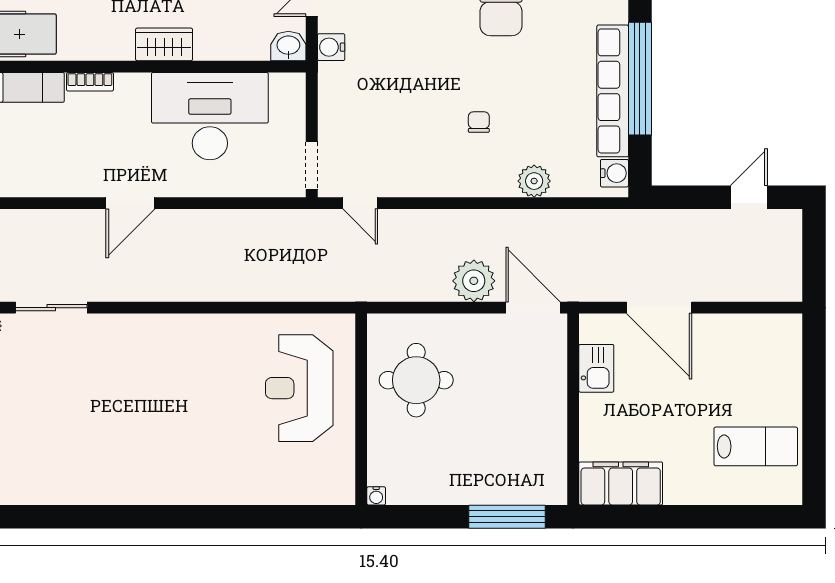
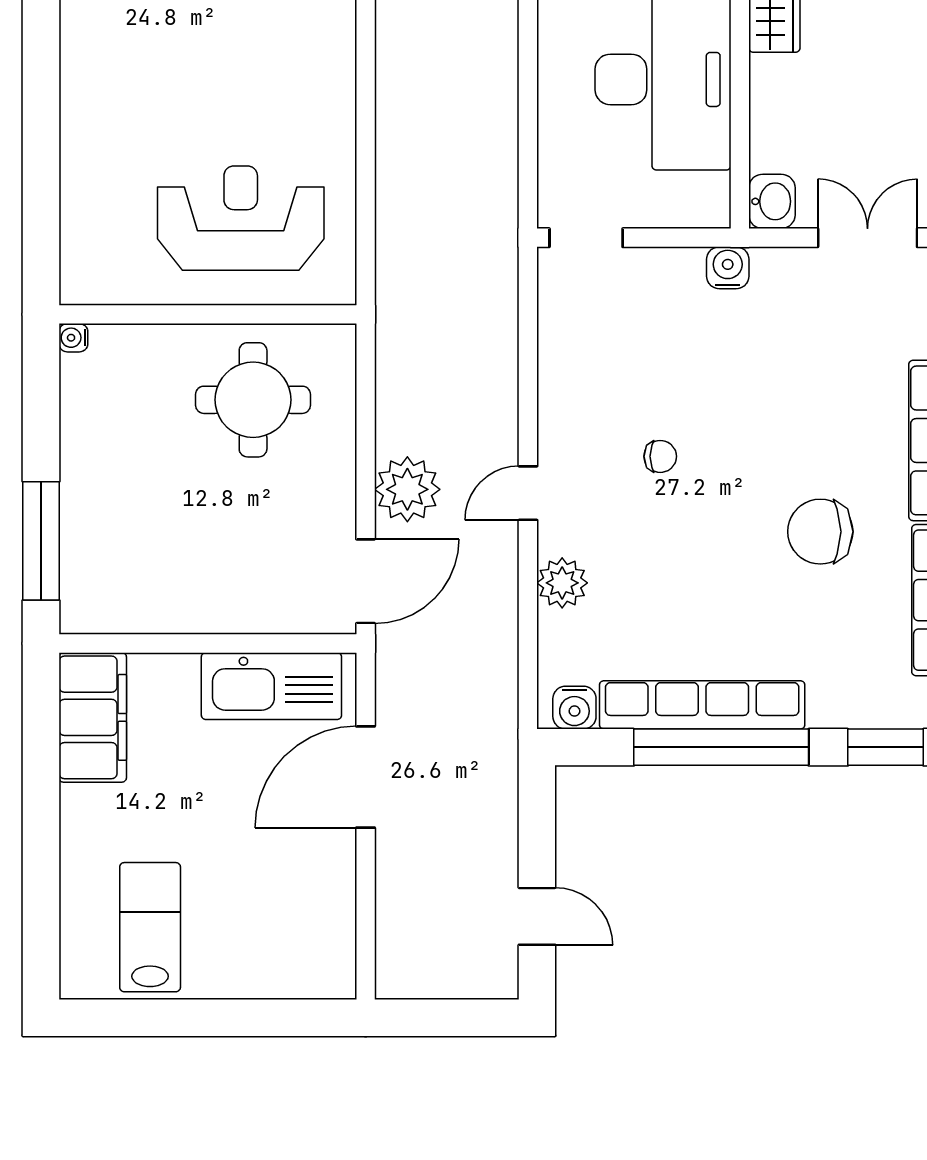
water cooler: (331, 47) -> (728, 268), moved
chair: (479, 122) -> (660, 456), moved
door: (360, 203) -> (528, 493), moved
kitchen sink: (596, 368) -> (271, 686), width x1.87, depth x1.24
lab bench: (756, 446) -> (150, 927), turned 180

